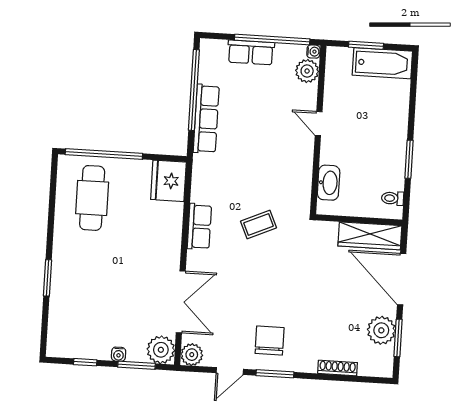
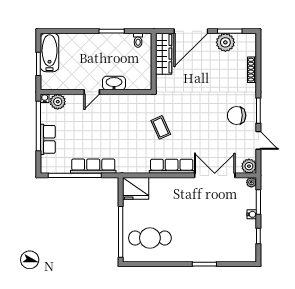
washbasin: (329, 183) -> (114, 83), moved
row of seats: (199, 227) -> (172, 166), width x1.48
plant: (161, 350) -> (251, 182), width x0.53, depth x0.53

